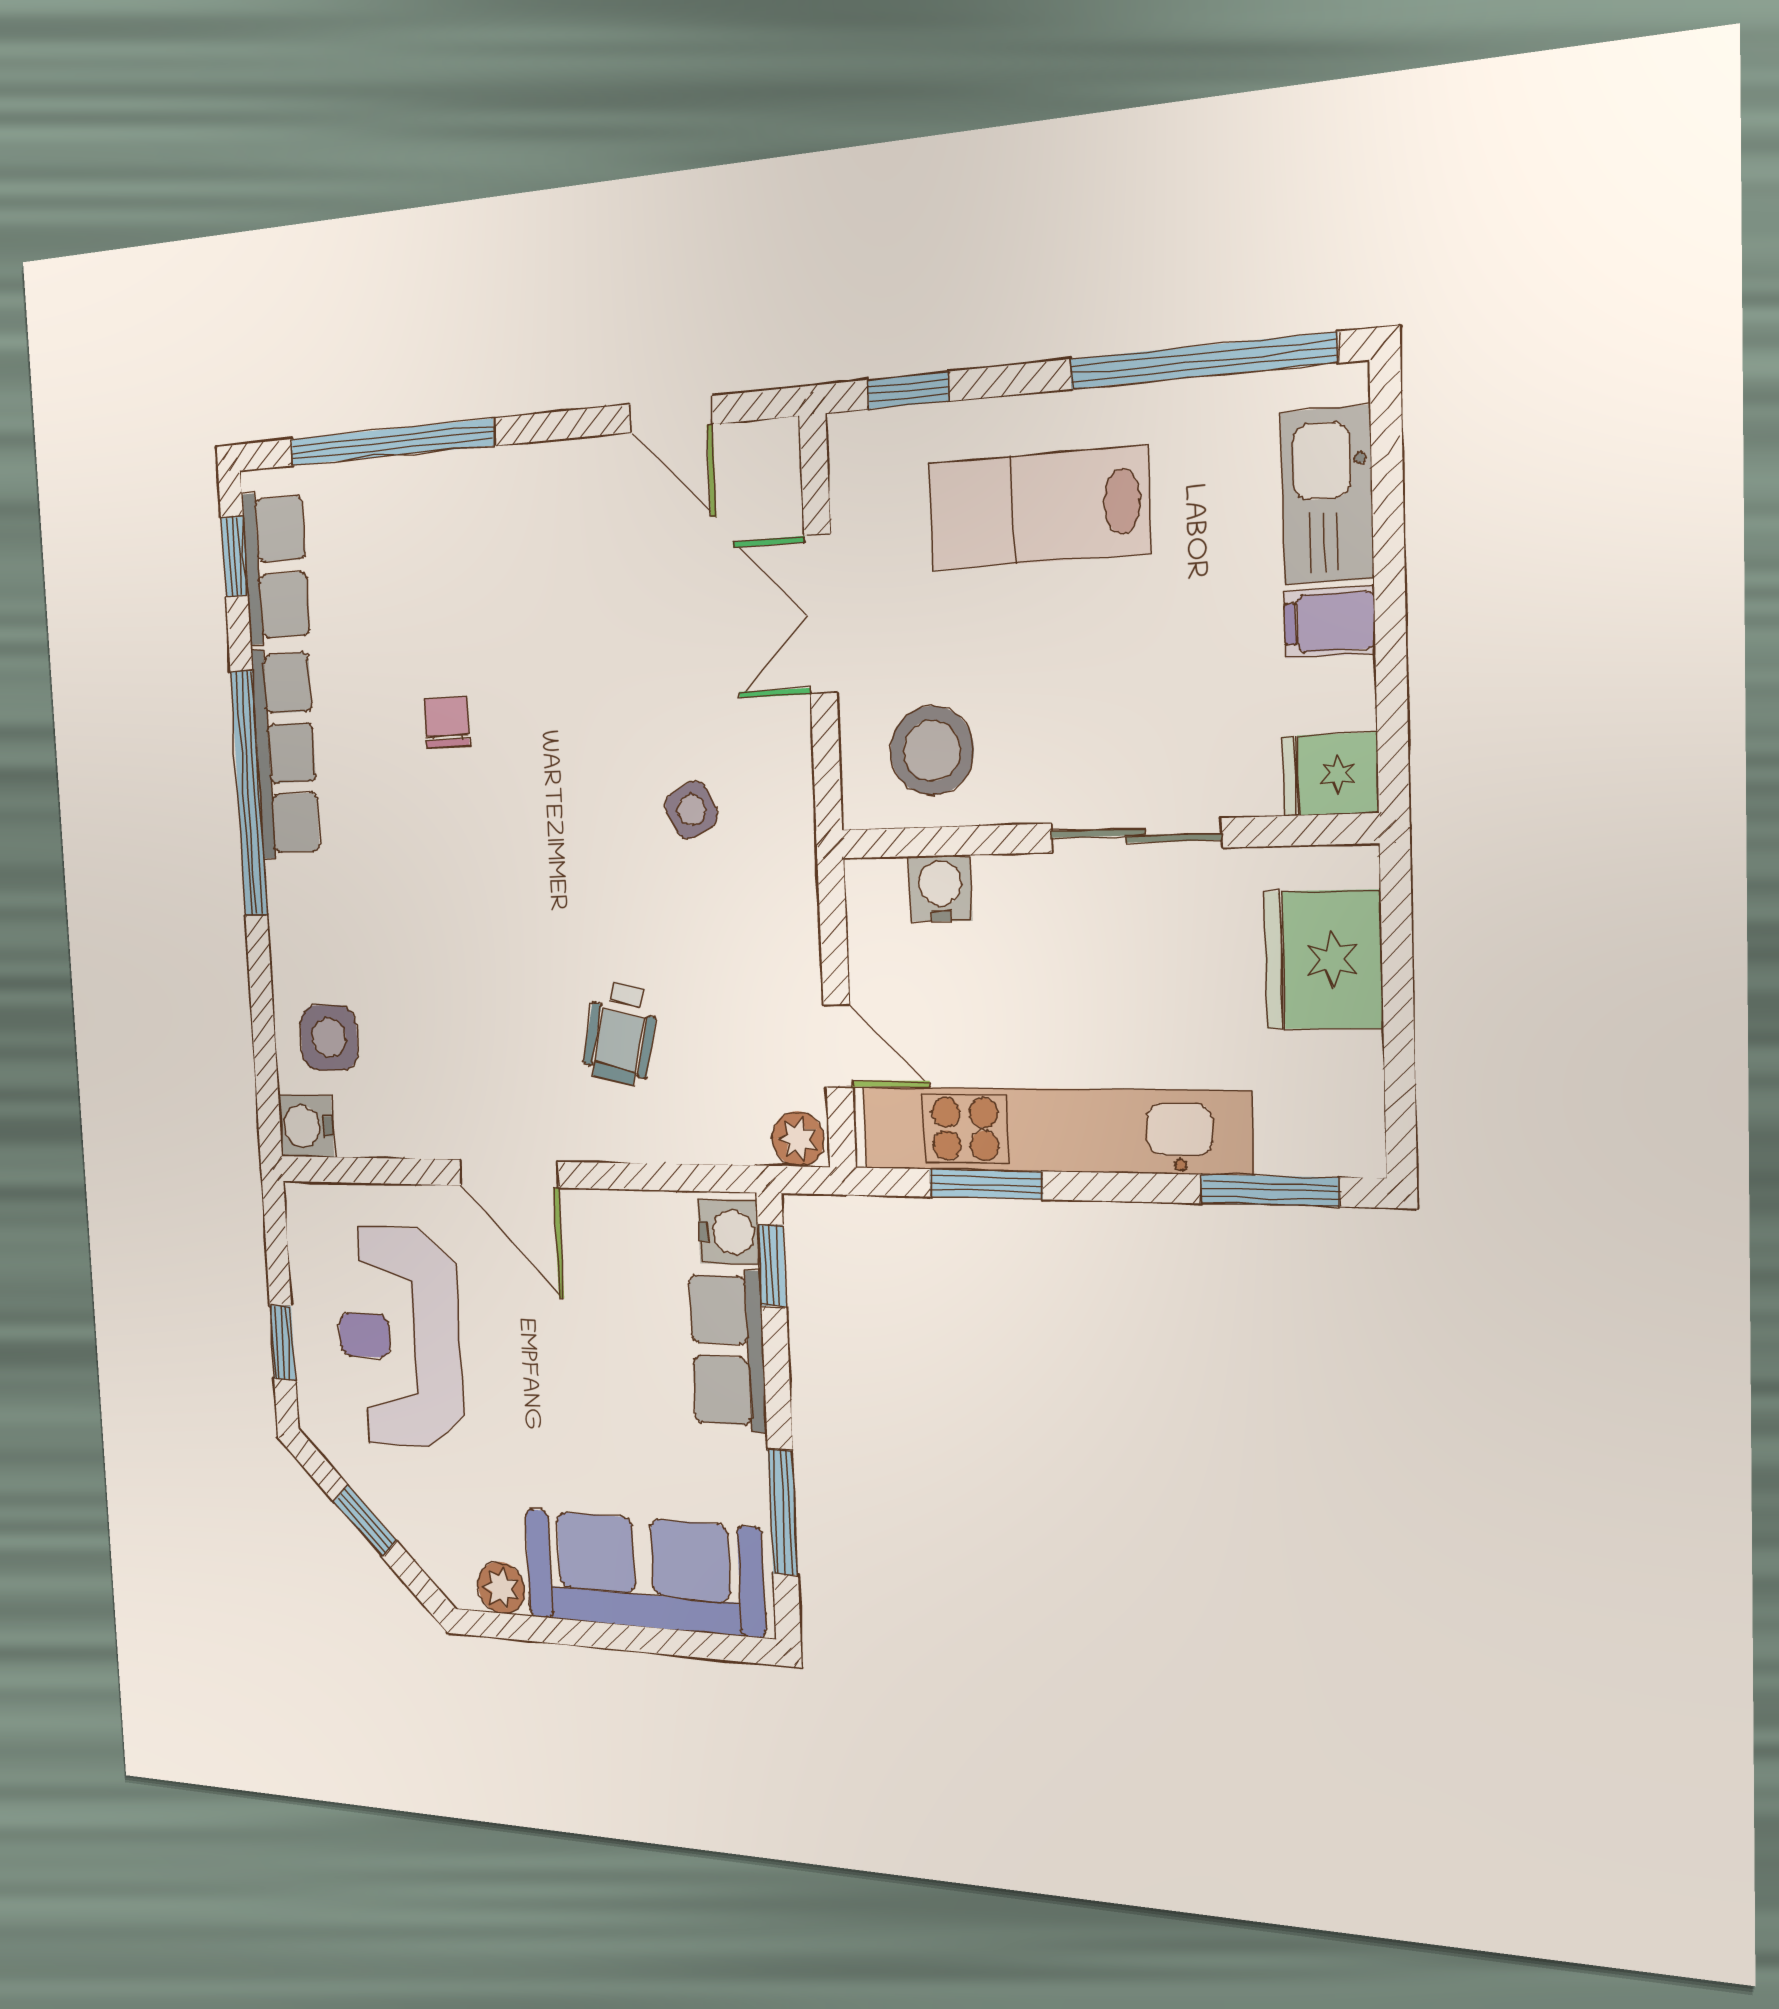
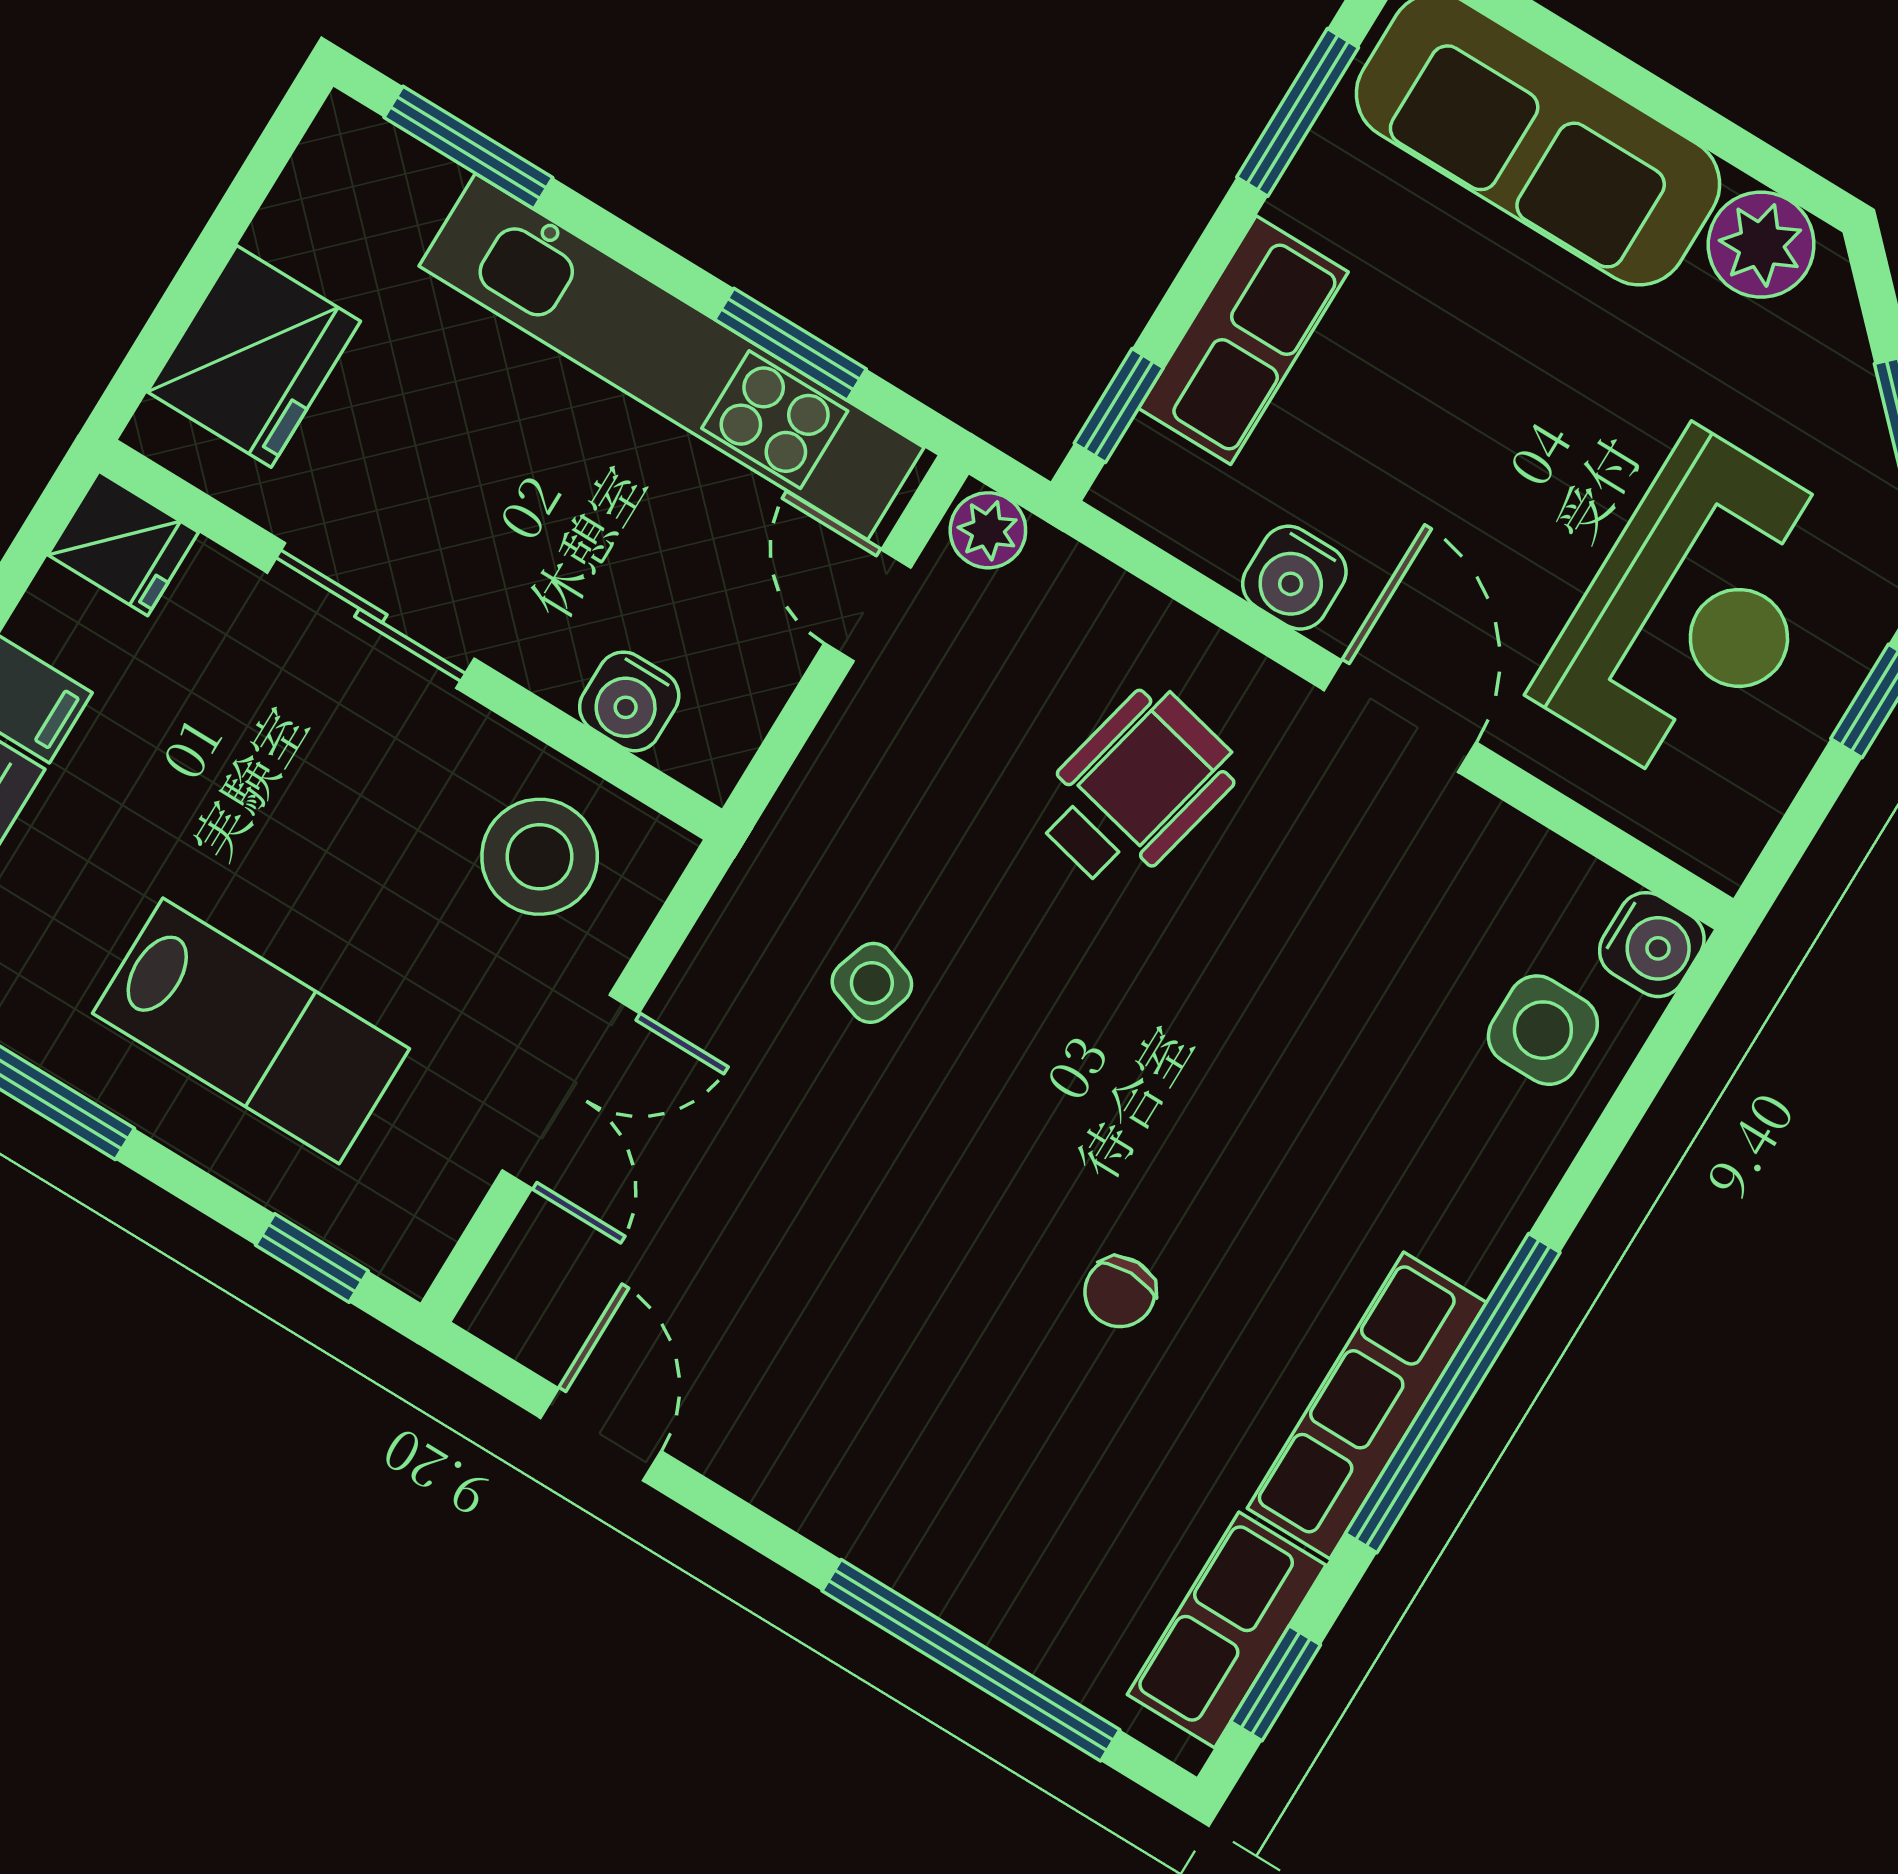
side table: (691, 810) -> (872, 983), turned 45
wheelchair: (621, 1033) -> (1135, 789), width x1.36, depth x1.37
water cooler: (728, 1232) -> (1294, 578), moved, turned -90
plant: (501, 1588) -> (1761, 245), width x1.38, depth x1.38

